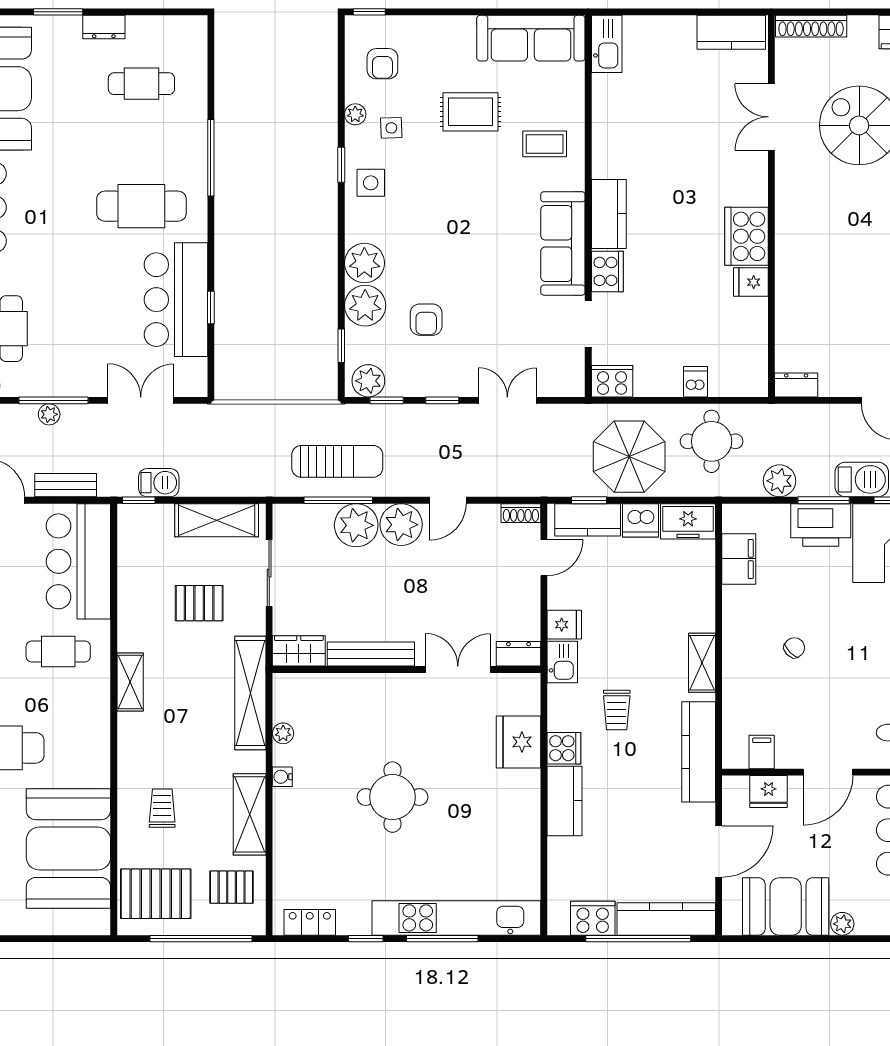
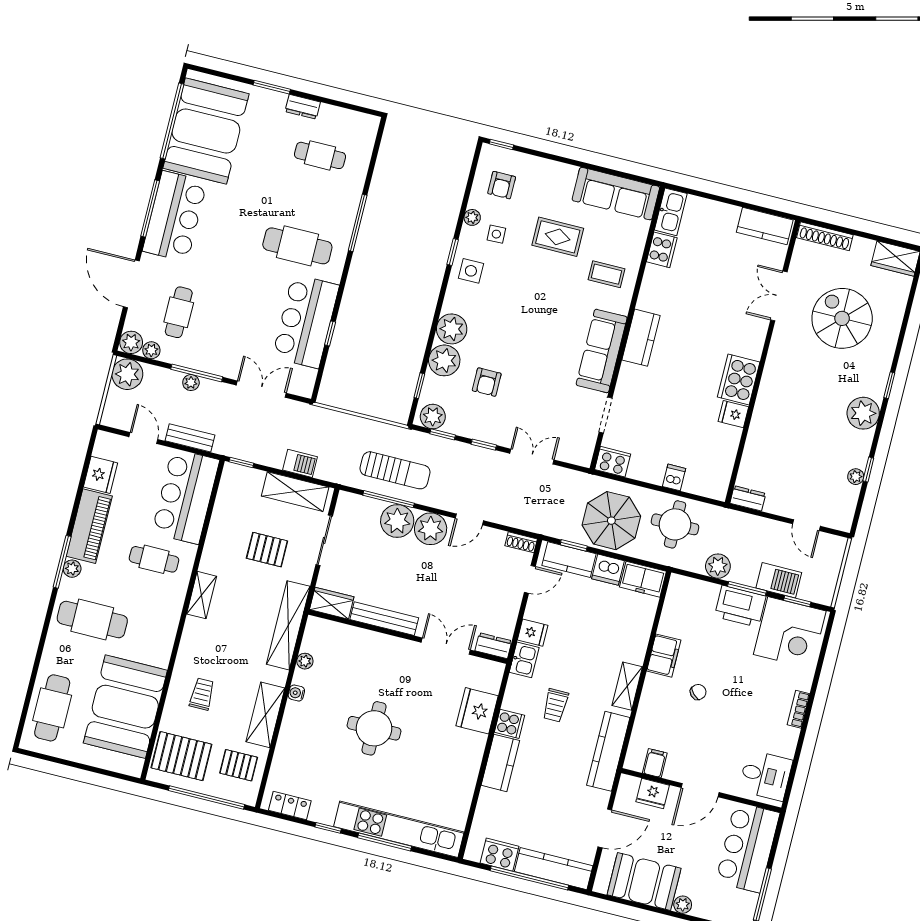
cooker: (607, 271) -> (662, 250), moved
barbecue: (159, 483) -> (300, 463), moved
filing cabinet: (739, 559) -> (664, 656), moved

